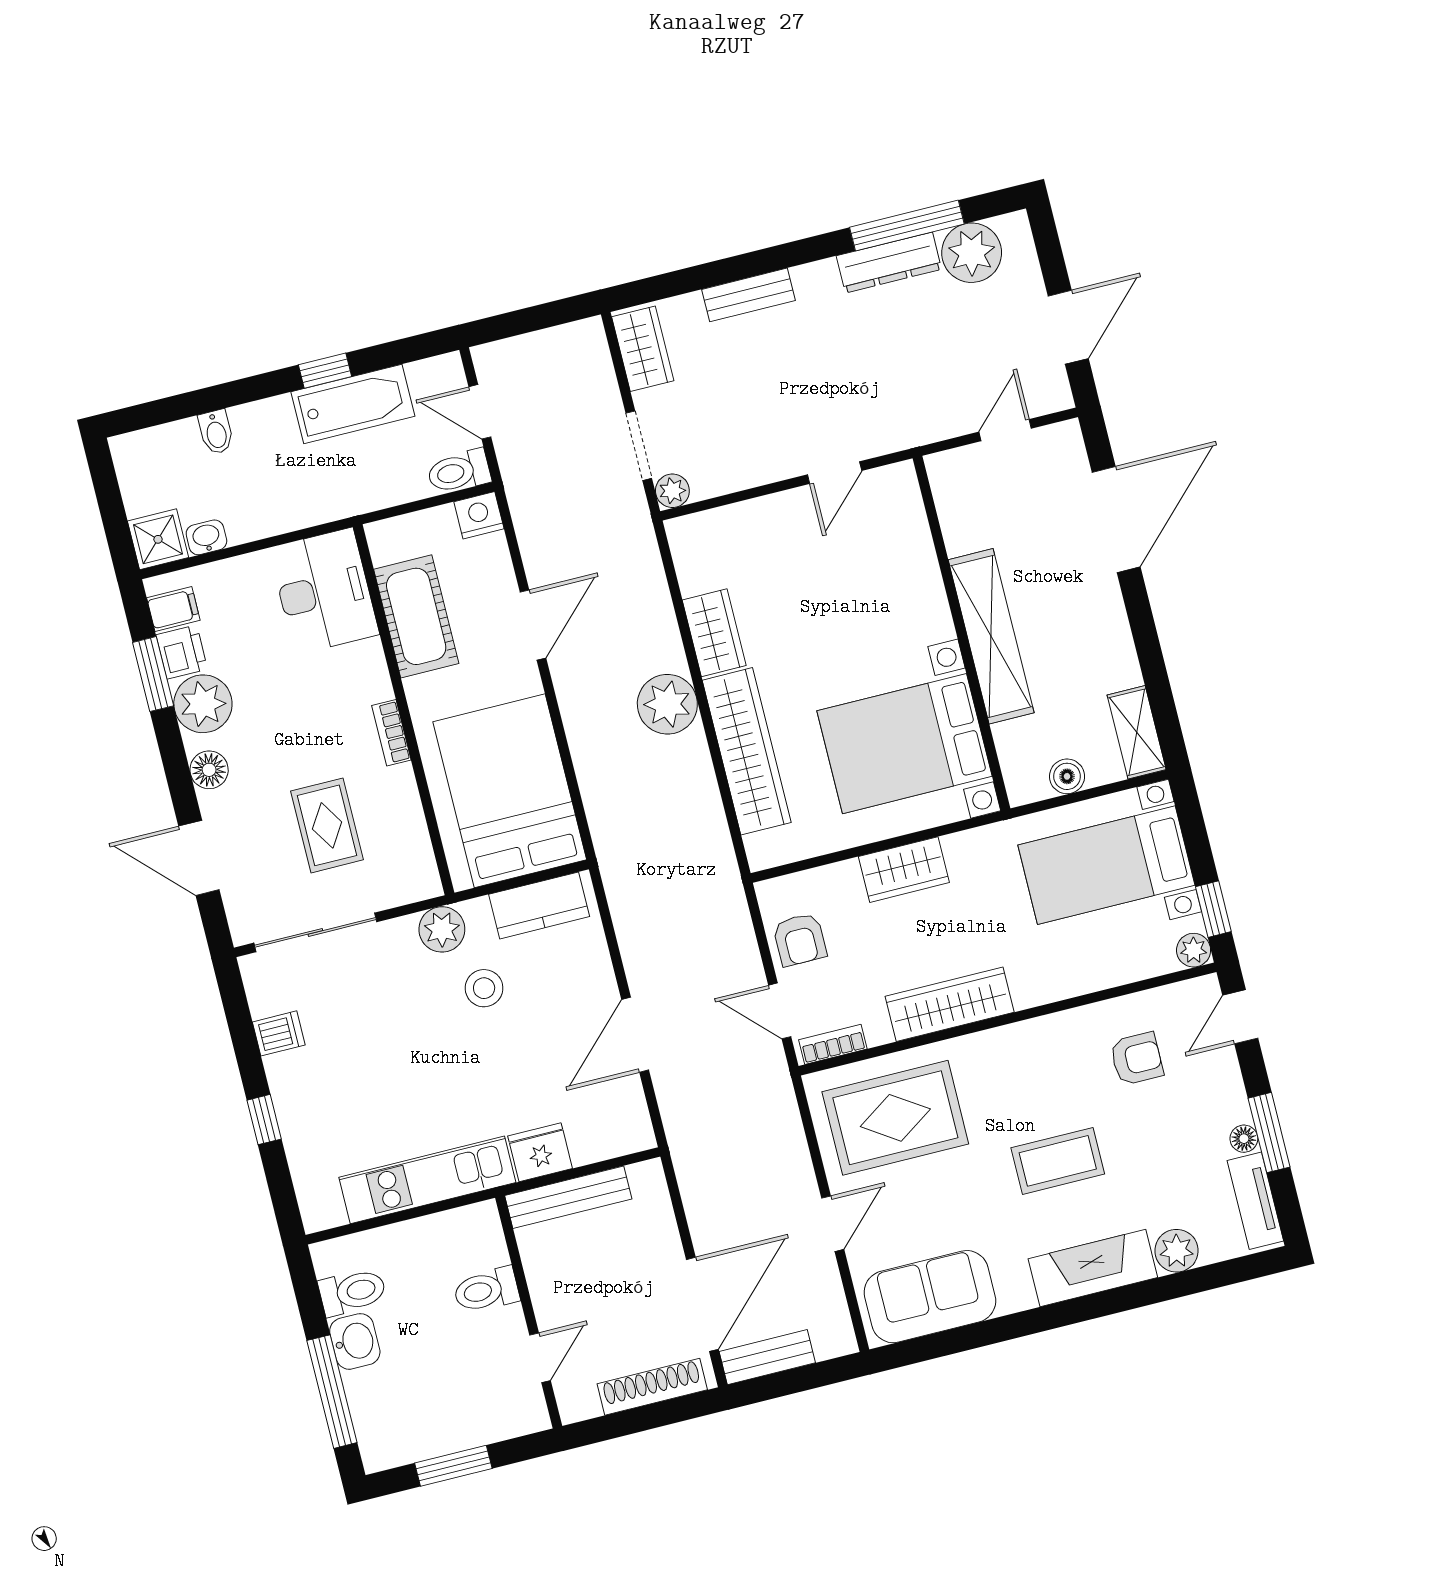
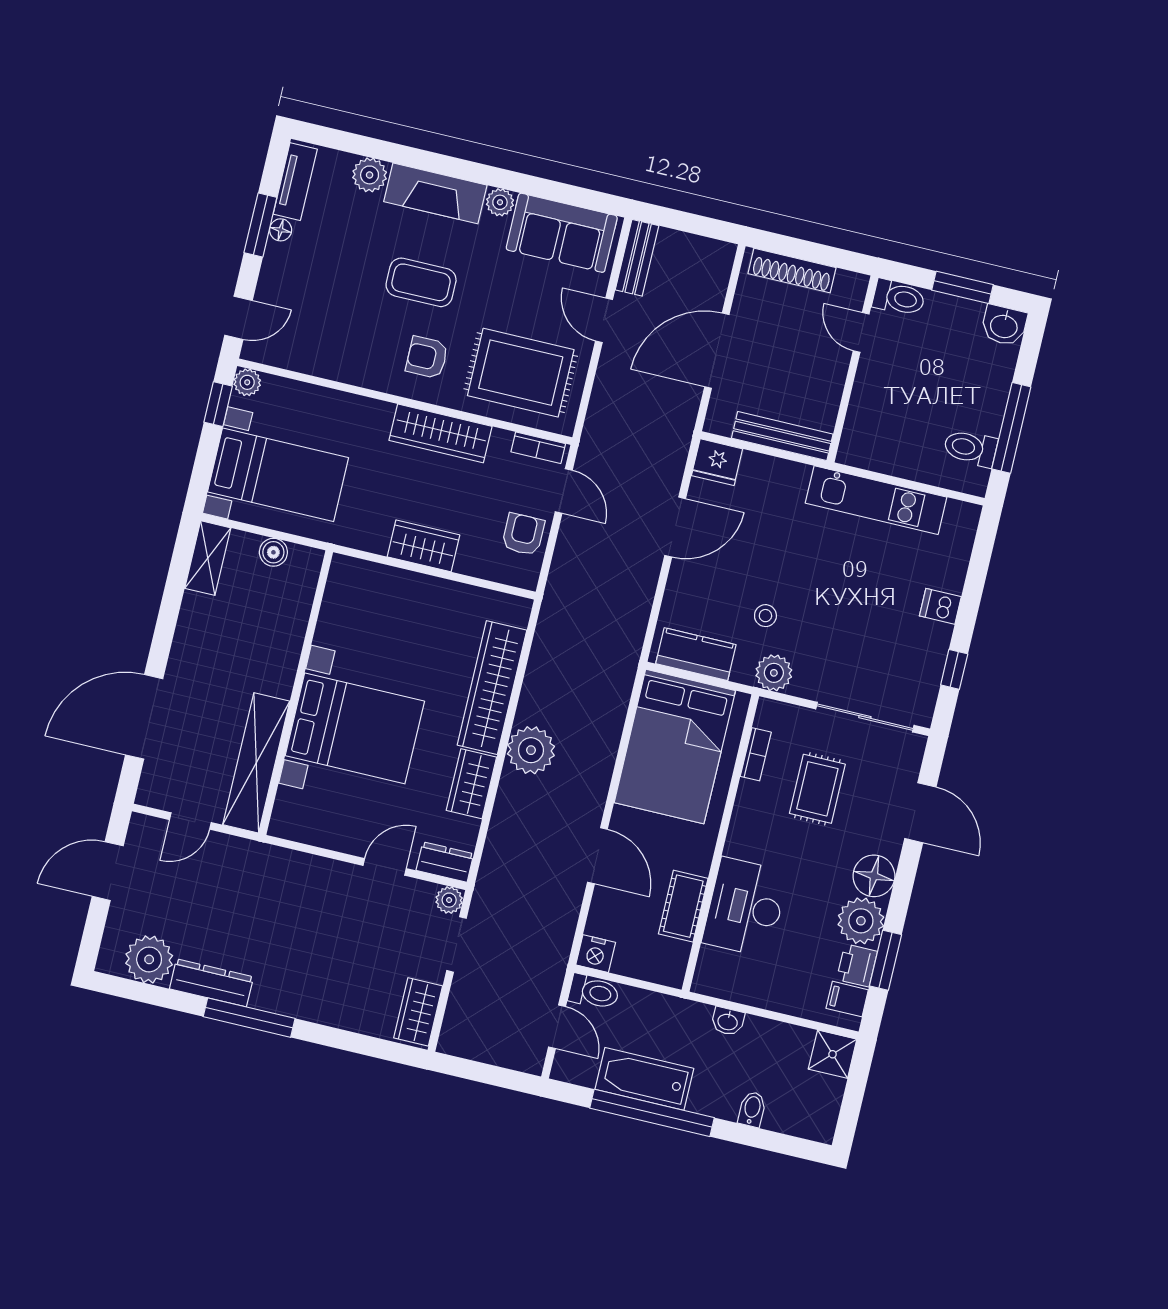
window: (907, 226) -> (249, 1018), moved
bench: (748, 295) -> (323, 1011), removed
window: (325, 371) -> (652, 1113), width x3.17
door: (835, 473) -> (385, 867), moved
dresser: (699, 531) -> (445, 862), added
washbasin: (206, 537) -> (728, 1021), moved
desk: (324, 591) -> (745, 907), moved
cot: (416, 616) -> (683, 906), width x0.73, depth x0.75
door: (533, 625) -> (597, 856), swing flipped
shelving: (991, 636) -> (256, 763), moved
bookcase: (391, 733) -> (756, 754), moved
bed with nightstands: (905, 744) -> (355, 728), moved
floor lamp: (209, 770) -> (874, 876), width x1.38, depth x1.38
stool: (484, 988) -> (765, 616), width x0.73, depth x0.73
dishwasher: (279, 1033) -> (940, 606), moved
armchair: (1137, 1059) -> (427, 357), moved
window: (264, 1120) -> (954, 669), moved
fridge: (540, 1152) -> (717, 462), moved
door: (833, 1224) -> (604, 320), hinge flipped
toilet: (486, 1290) -> (899, 298), moved
plant: (1016, 1295) -> (500, 202), added
door: (702, 1304) -> (717, 351), moved
washbasin: (355, 1341) -> (1004, 325), moved, turned -90
bench: (767, 1357) -> (637, 258), moved, turned 90
door: (540, 1358) -> (861, 332), hinge flipped
window: (332, 1392) -> (1011, 428), moved

